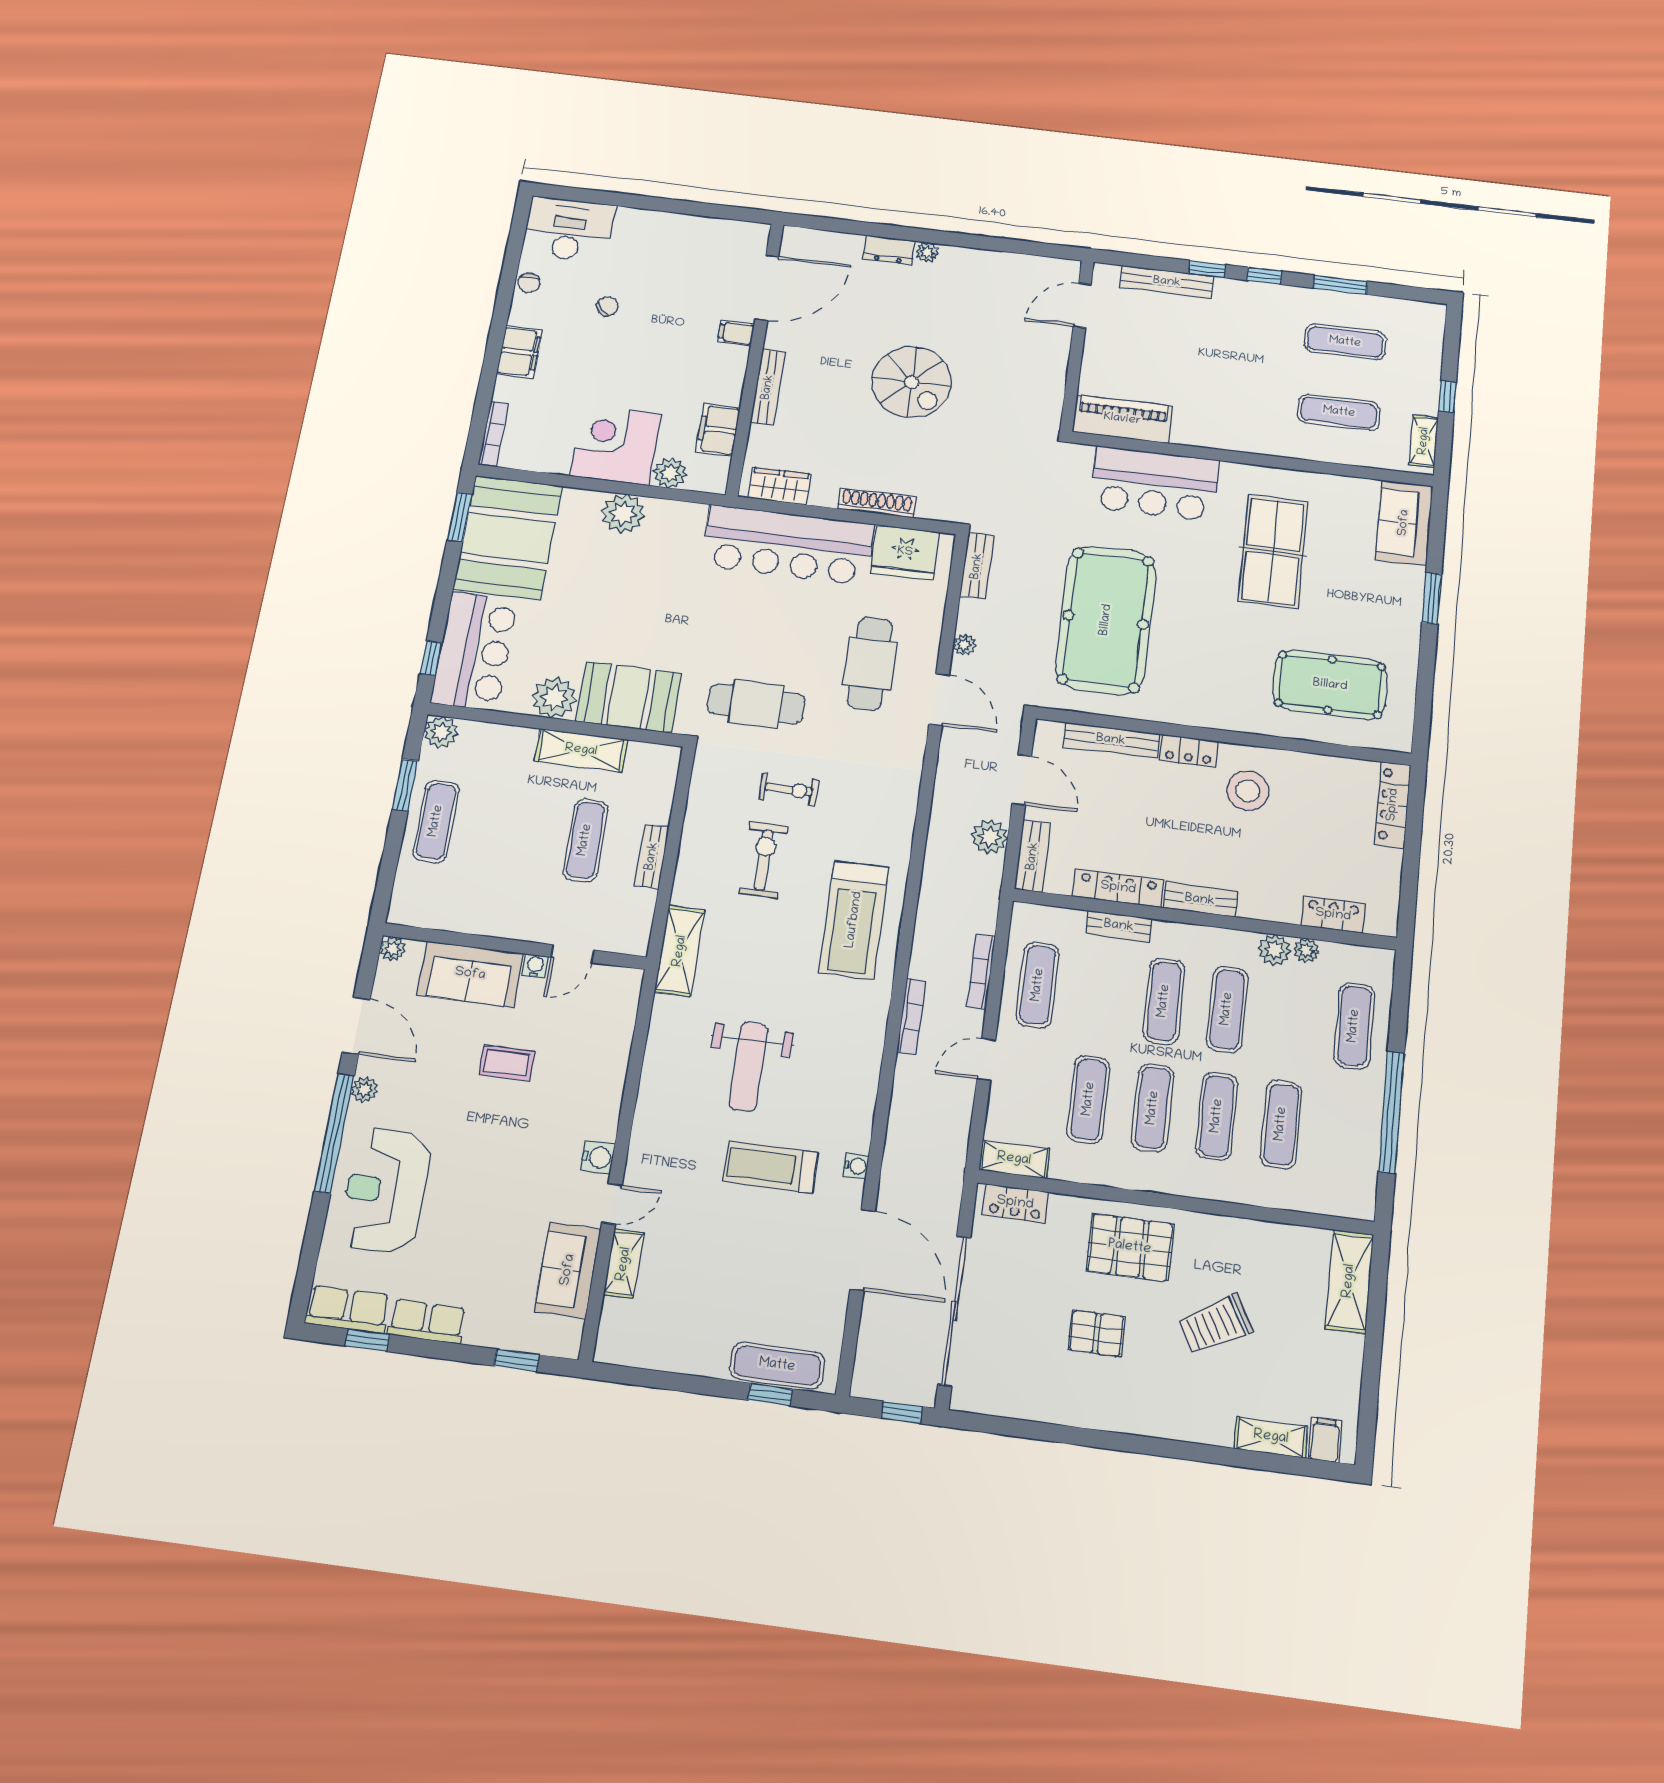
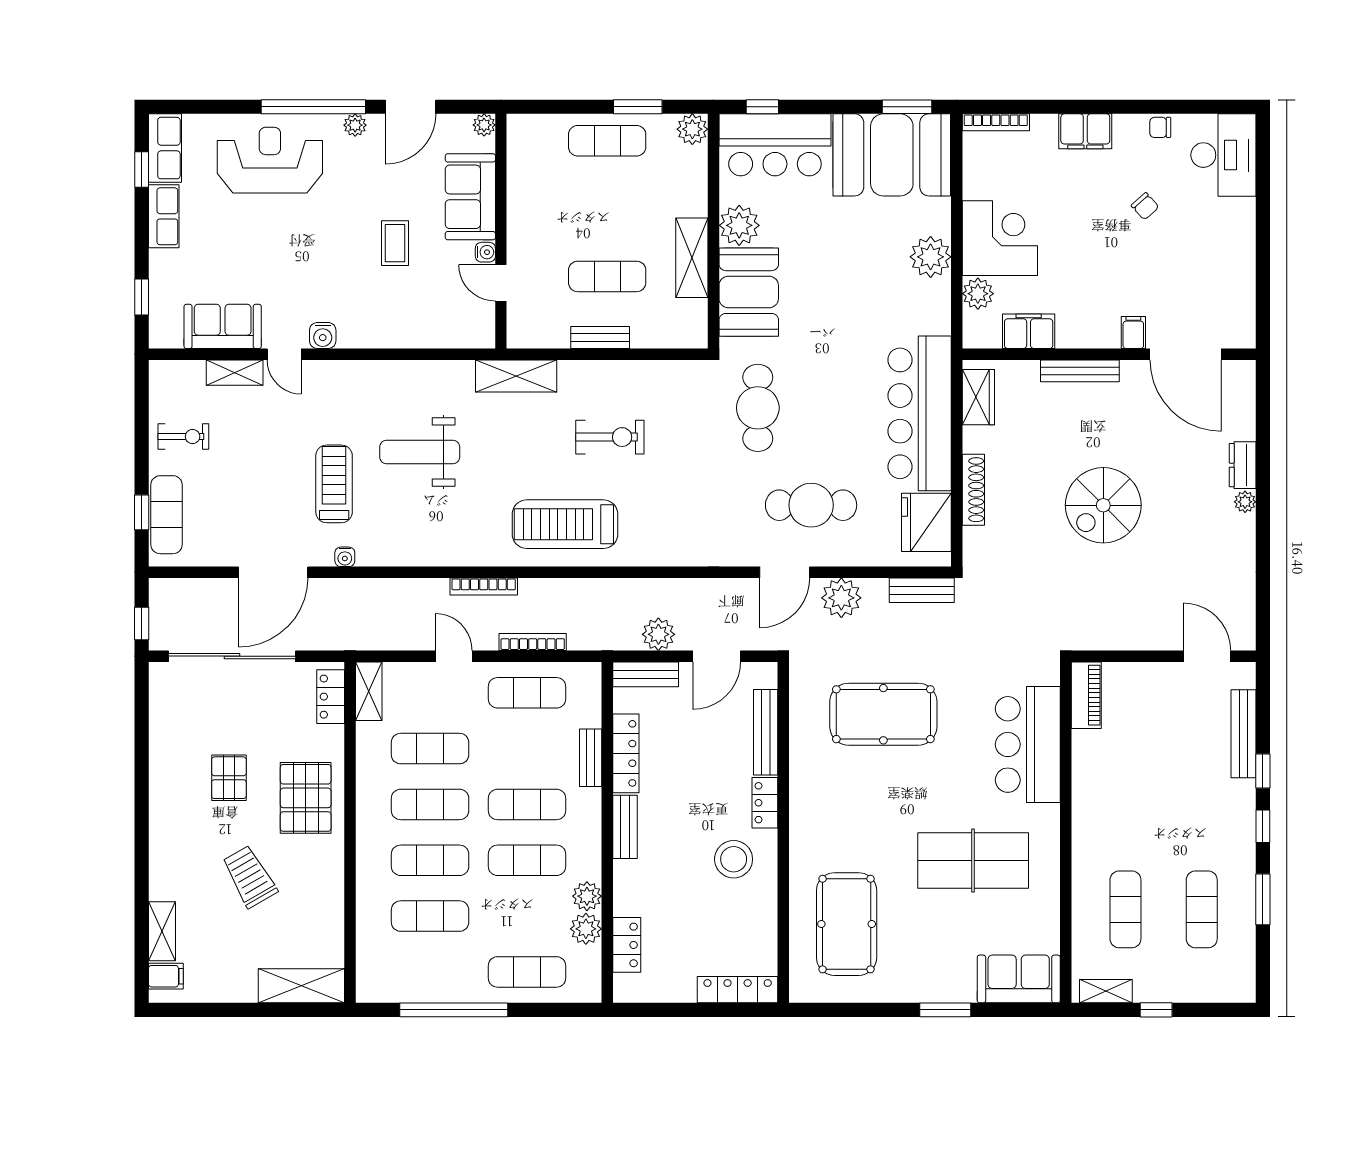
piano: (1122, 419) -> (1086, 695), width x0.73, depth x0.75
pool table: (1106, 620) -> (883, 714), width x0.73, depth x0.76
plant: (964, 645) -> (841, 598), width x1.88, depth x1.88
exercise bike: (789, 789) -> (183, 437), moved, turned -90
plant: (1307, 951) -> (586, 929), width x1.38, depth x1.38

